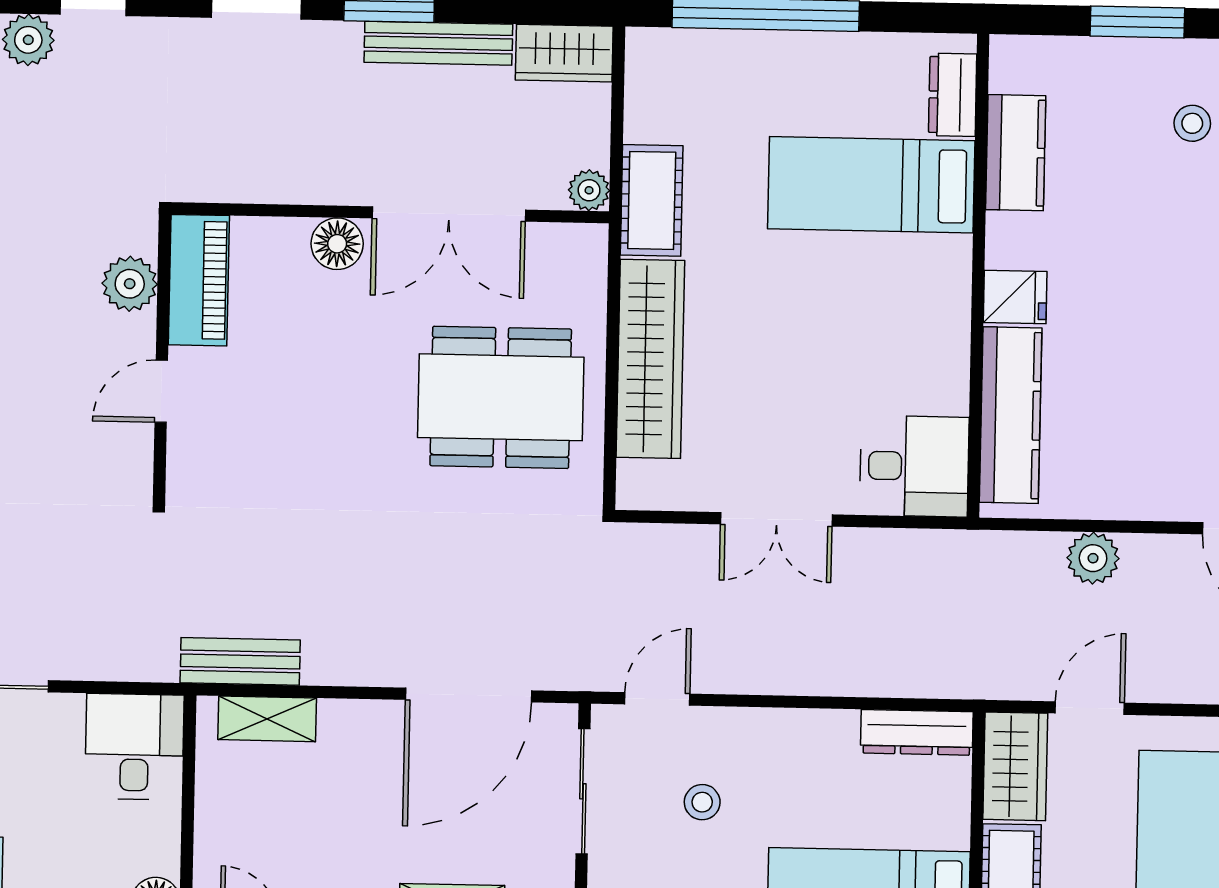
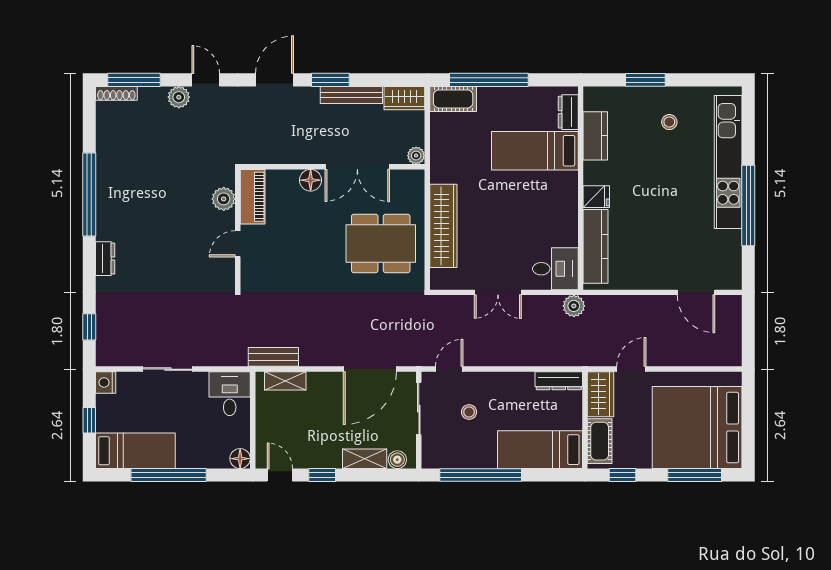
cot: (652, 200) -> (453, 99), moved, turned 90
plant: (1093, 558) -> (574, 306), moved

